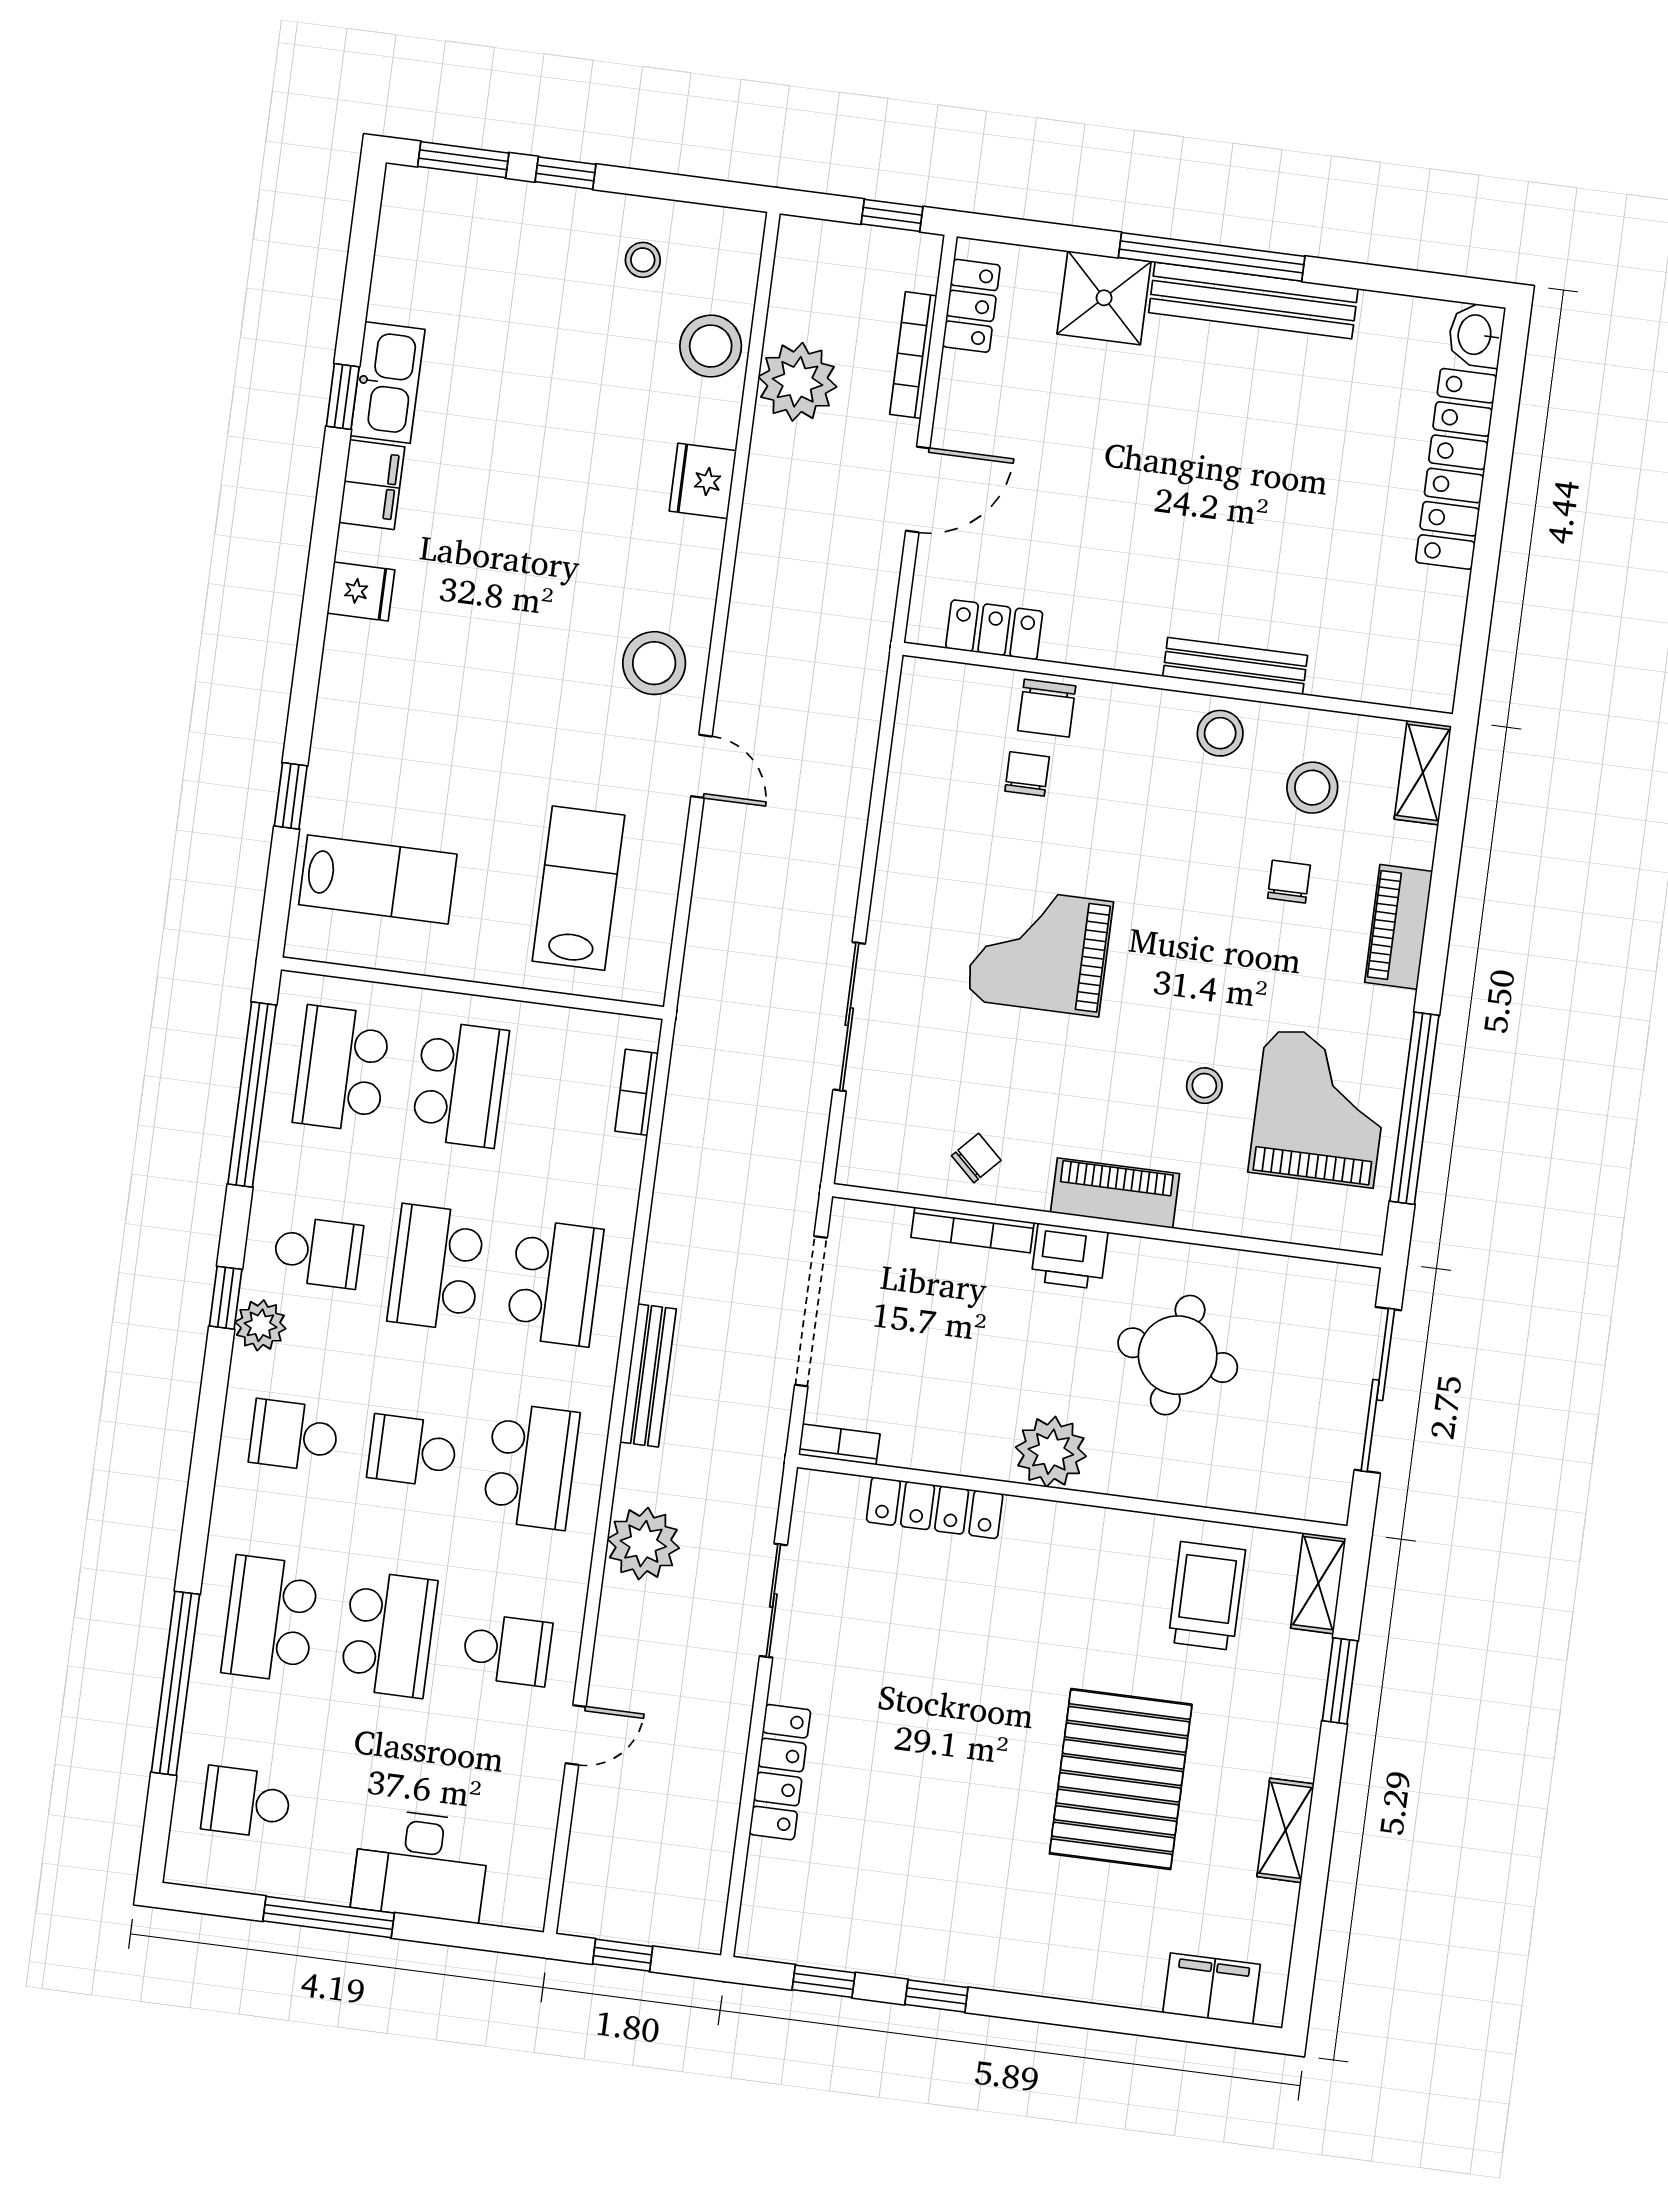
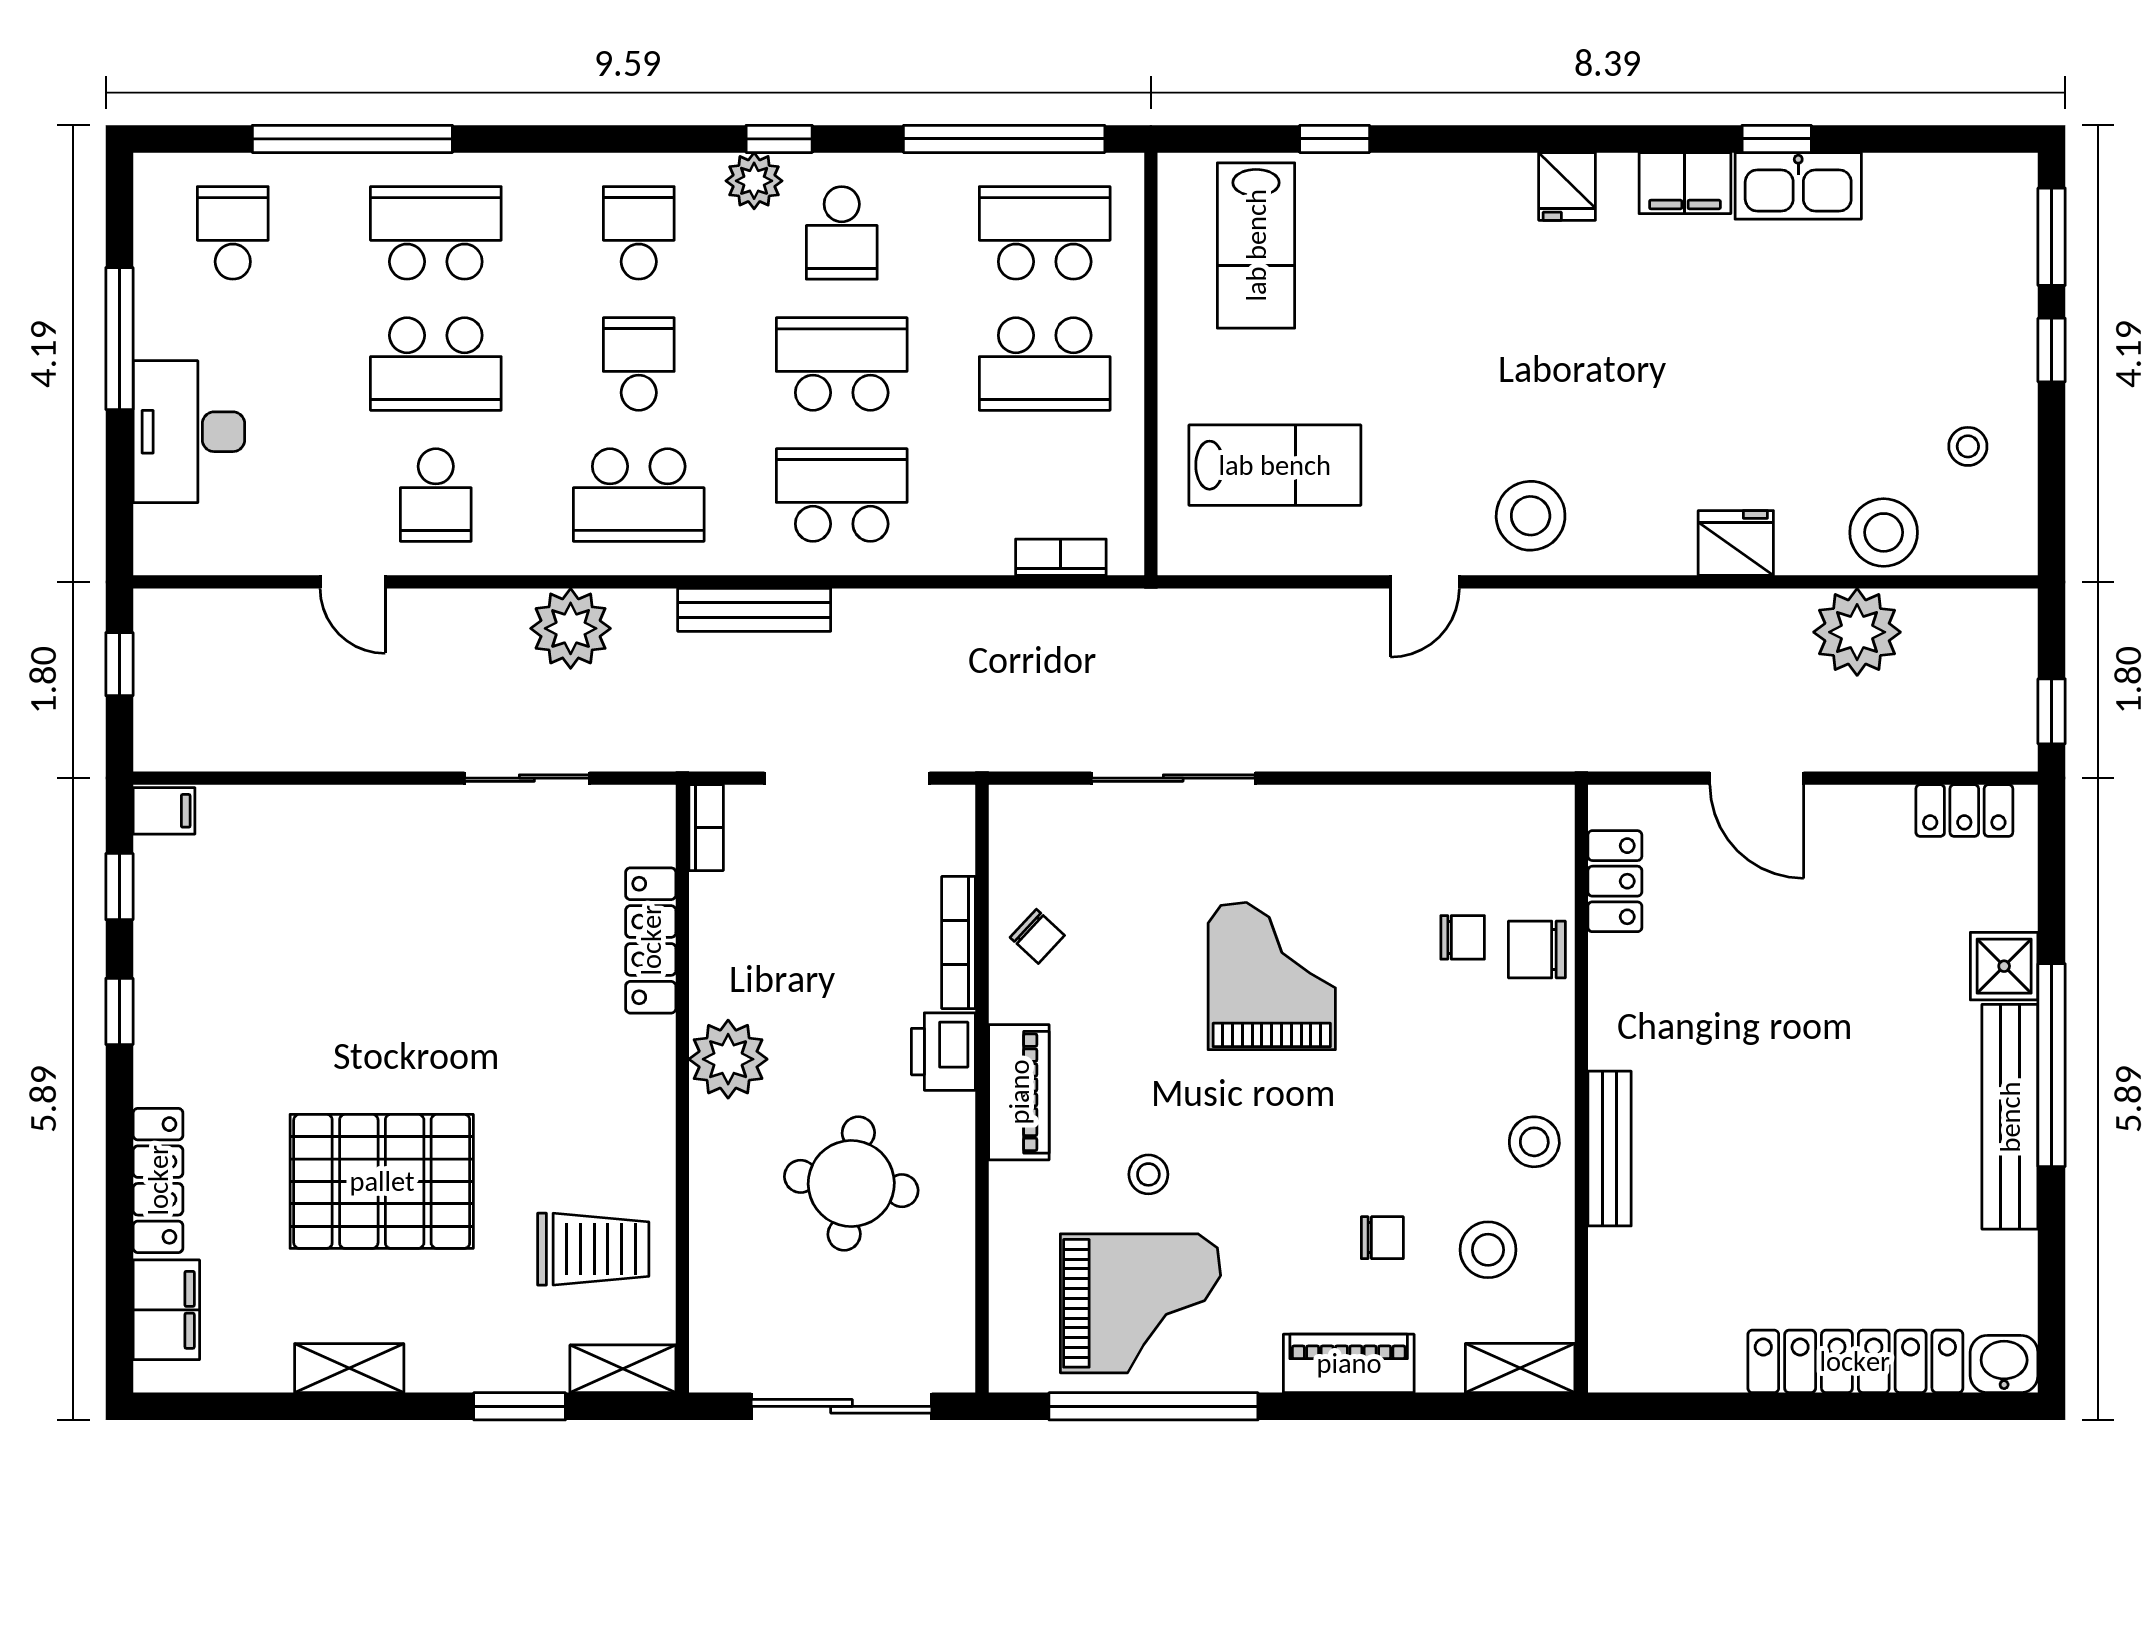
shower: (1104, 298) -> (2004, 966), width x0.73, depth x0.73
bookcase: (913, 355) -> (1902, 754), removed
school desk: (555, 1283) -> (842, 495), turned 180
locker: (780, 1772) -> (158, 1180), moved, turned -90
filing cabinet: (760, 1932) -> (164, 811), added

